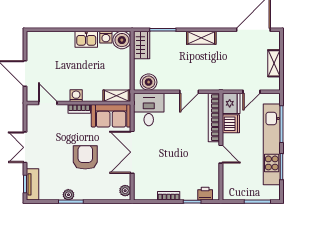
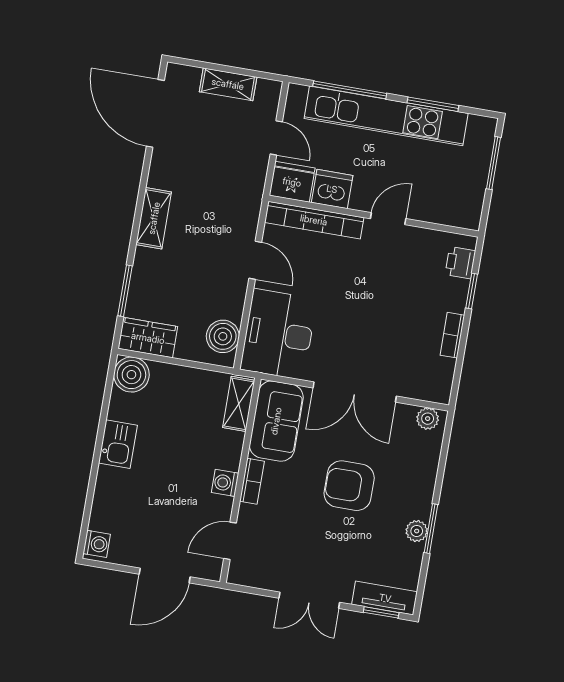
washing machine: (106, 37) -> (97, 544), moved
desk: (149, 109) -> (278, 334), width x1.37

